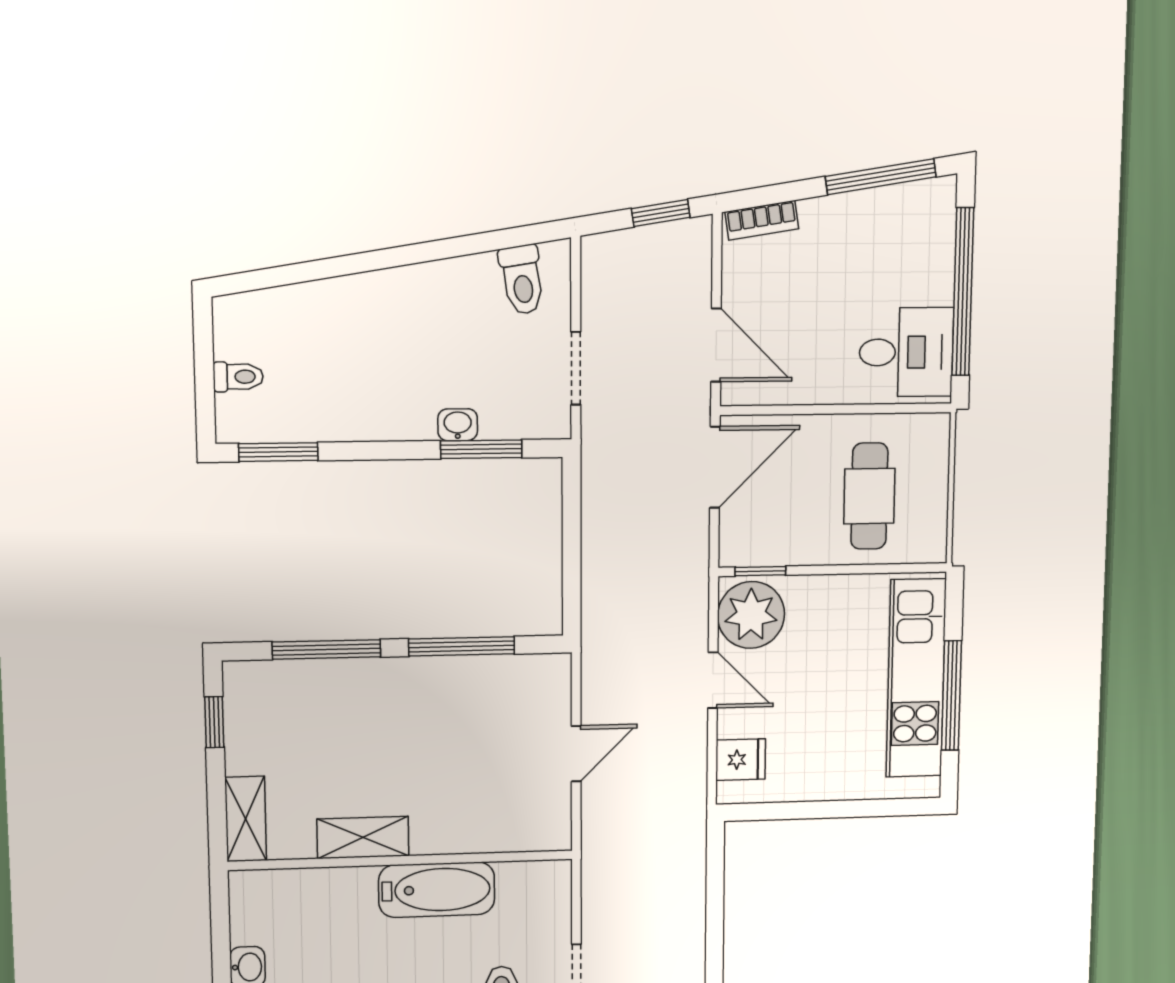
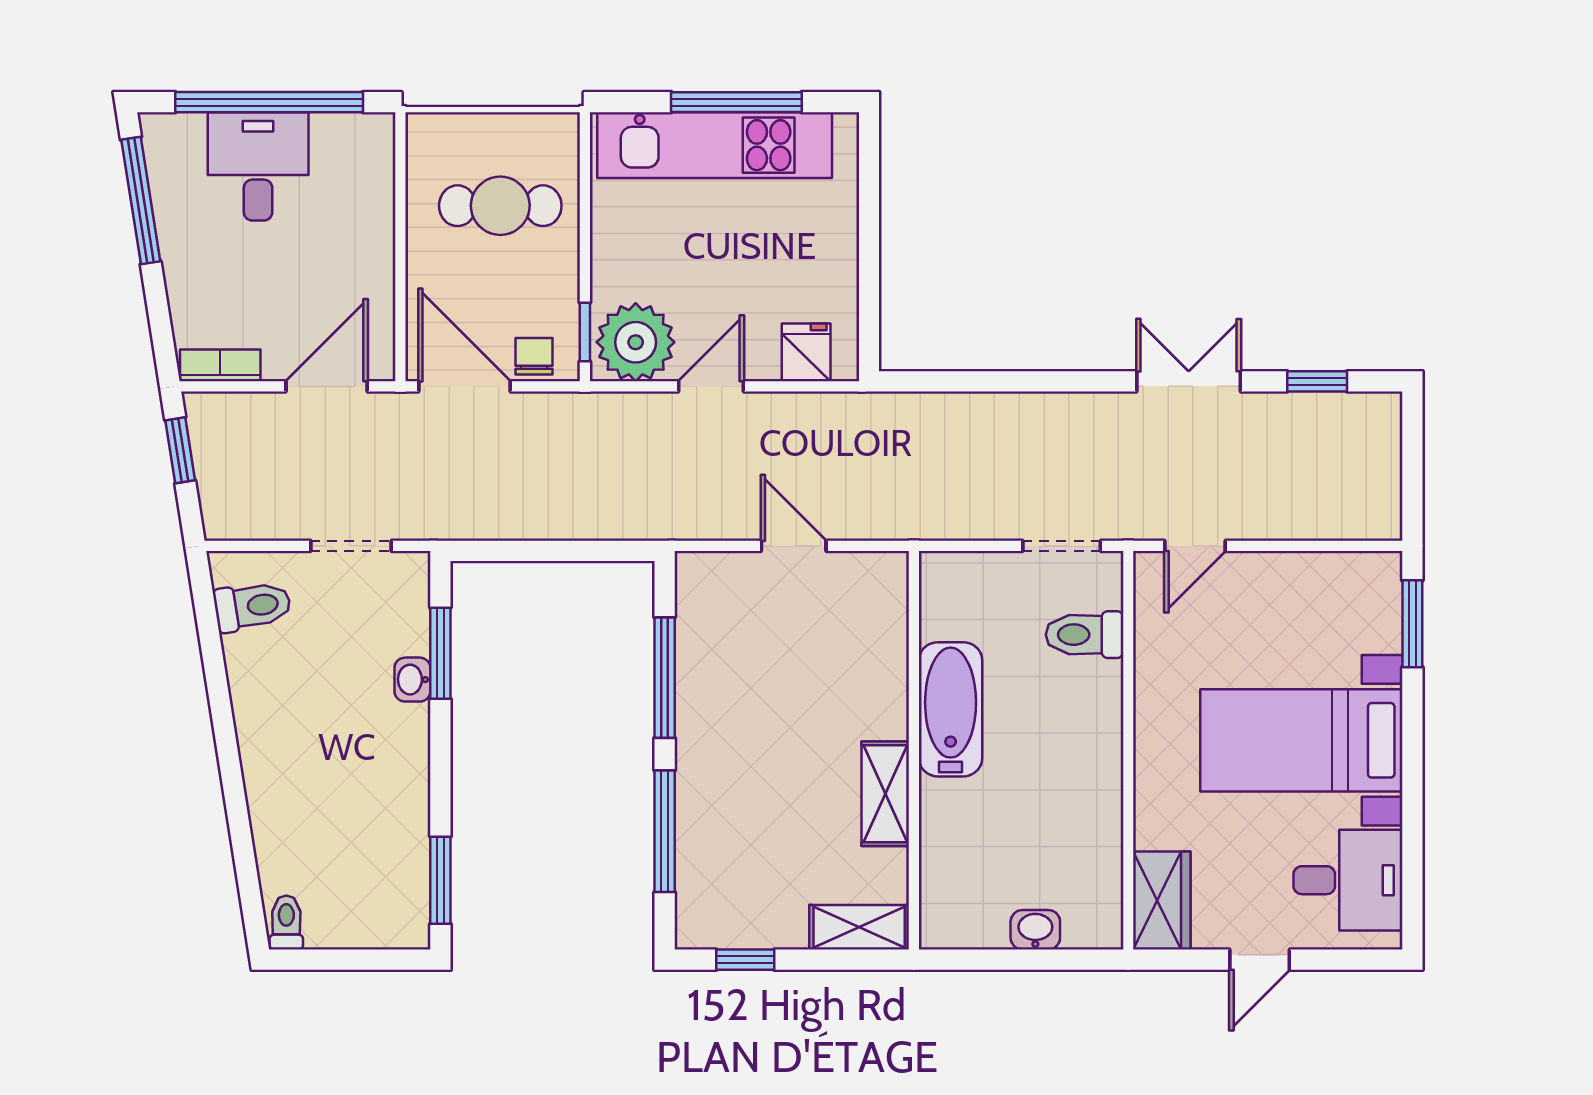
bookcase: (762, 220) -> (220, 365), moved, turned -81
desk: (906, 352) -> (258, 166), moved
toilet: (238, 377) -> (286, 923), moved
chair: (740, 528) -> (534, 356), added

